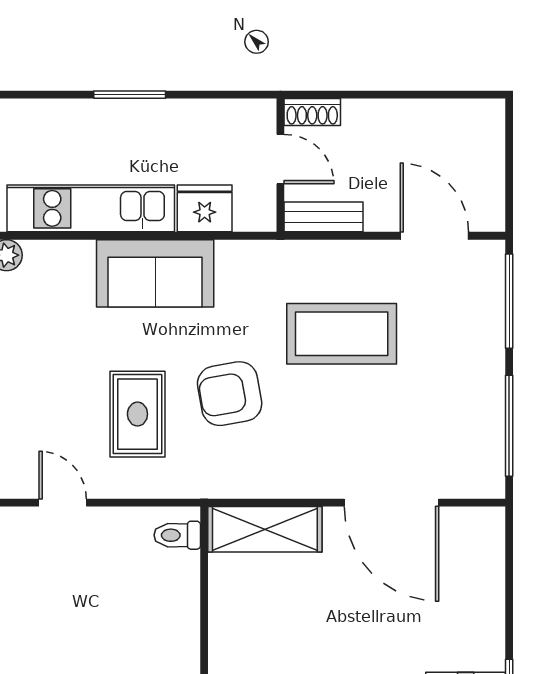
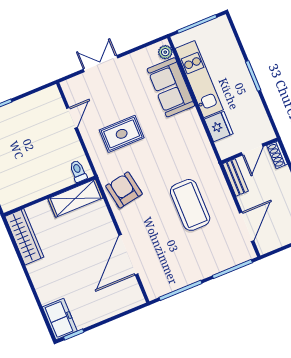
sofa: (155, 273) -> (171, 87), moved
armchair: (230, 394) -> (124, 190), moved
shelving: (265, 529) -> (75, 198), moved, turned 90

